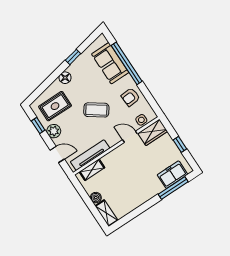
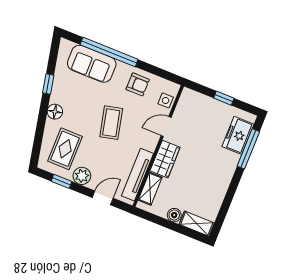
armchair: (131, 97) -> (138, 84), turned -86
coffee table: (96, 110) -> (111, 123), turned -48
wardrobe: (153, 132) -> (165, 159), moved

